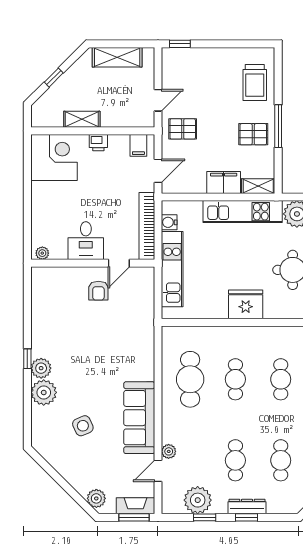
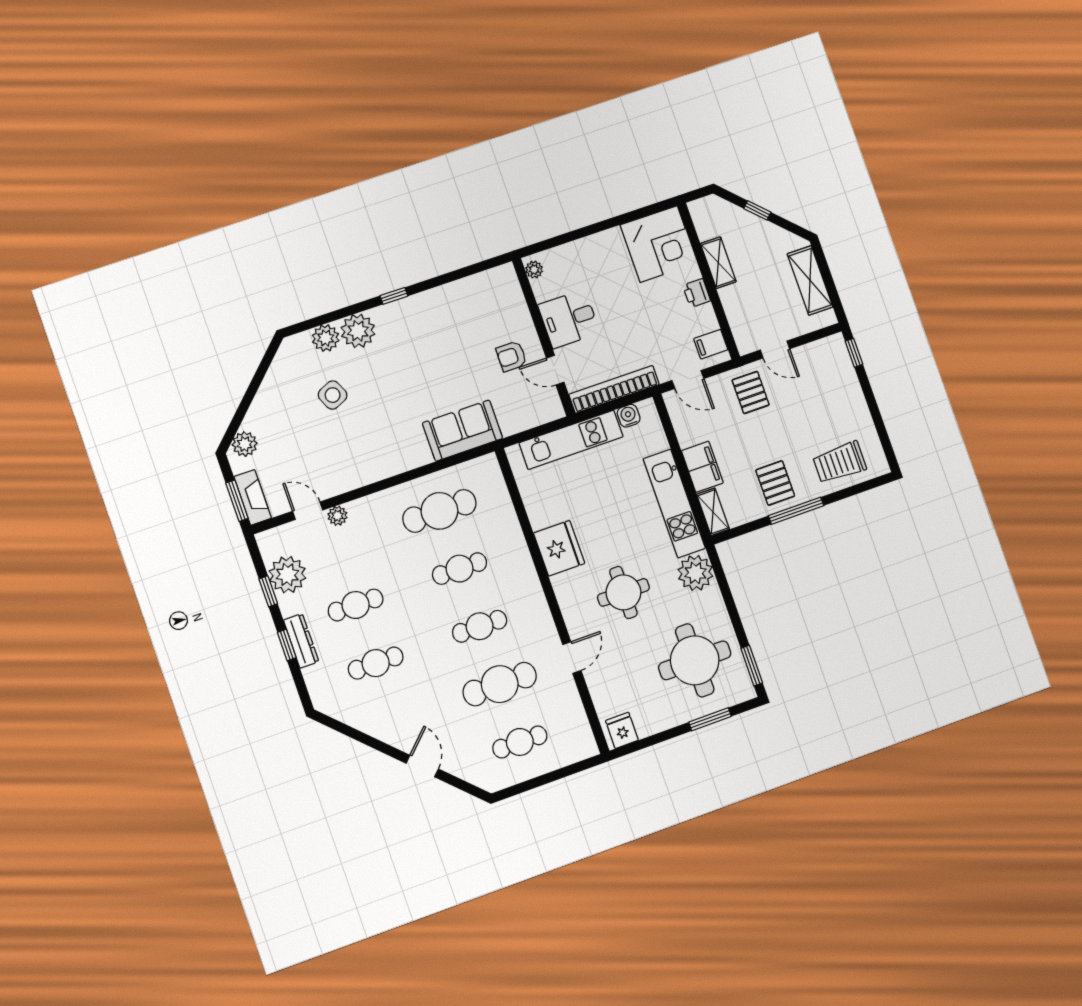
plant: (41, 368) -> (326, 338), moved
sofa: (139, 418) -> (462, 431), moved, width x0.73

